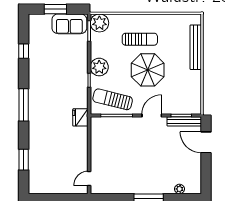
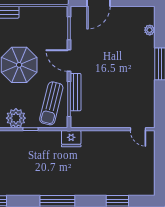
bench: (184, 121) -> (76, 92), moved

